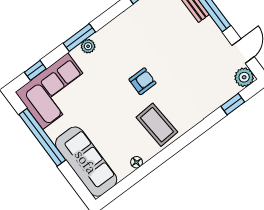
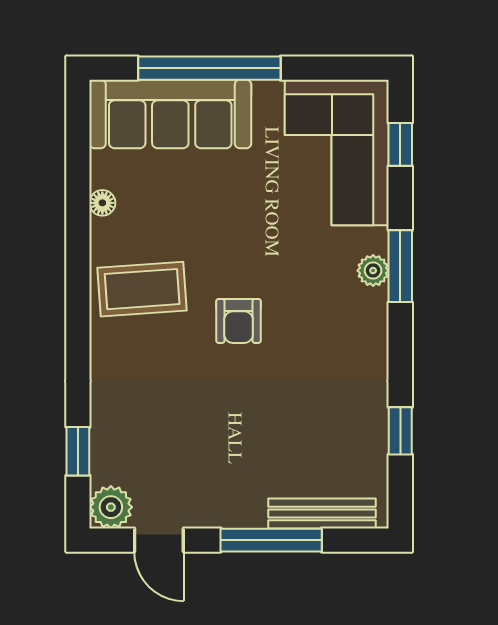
window: (42, 137) -> (209, 68), moved

